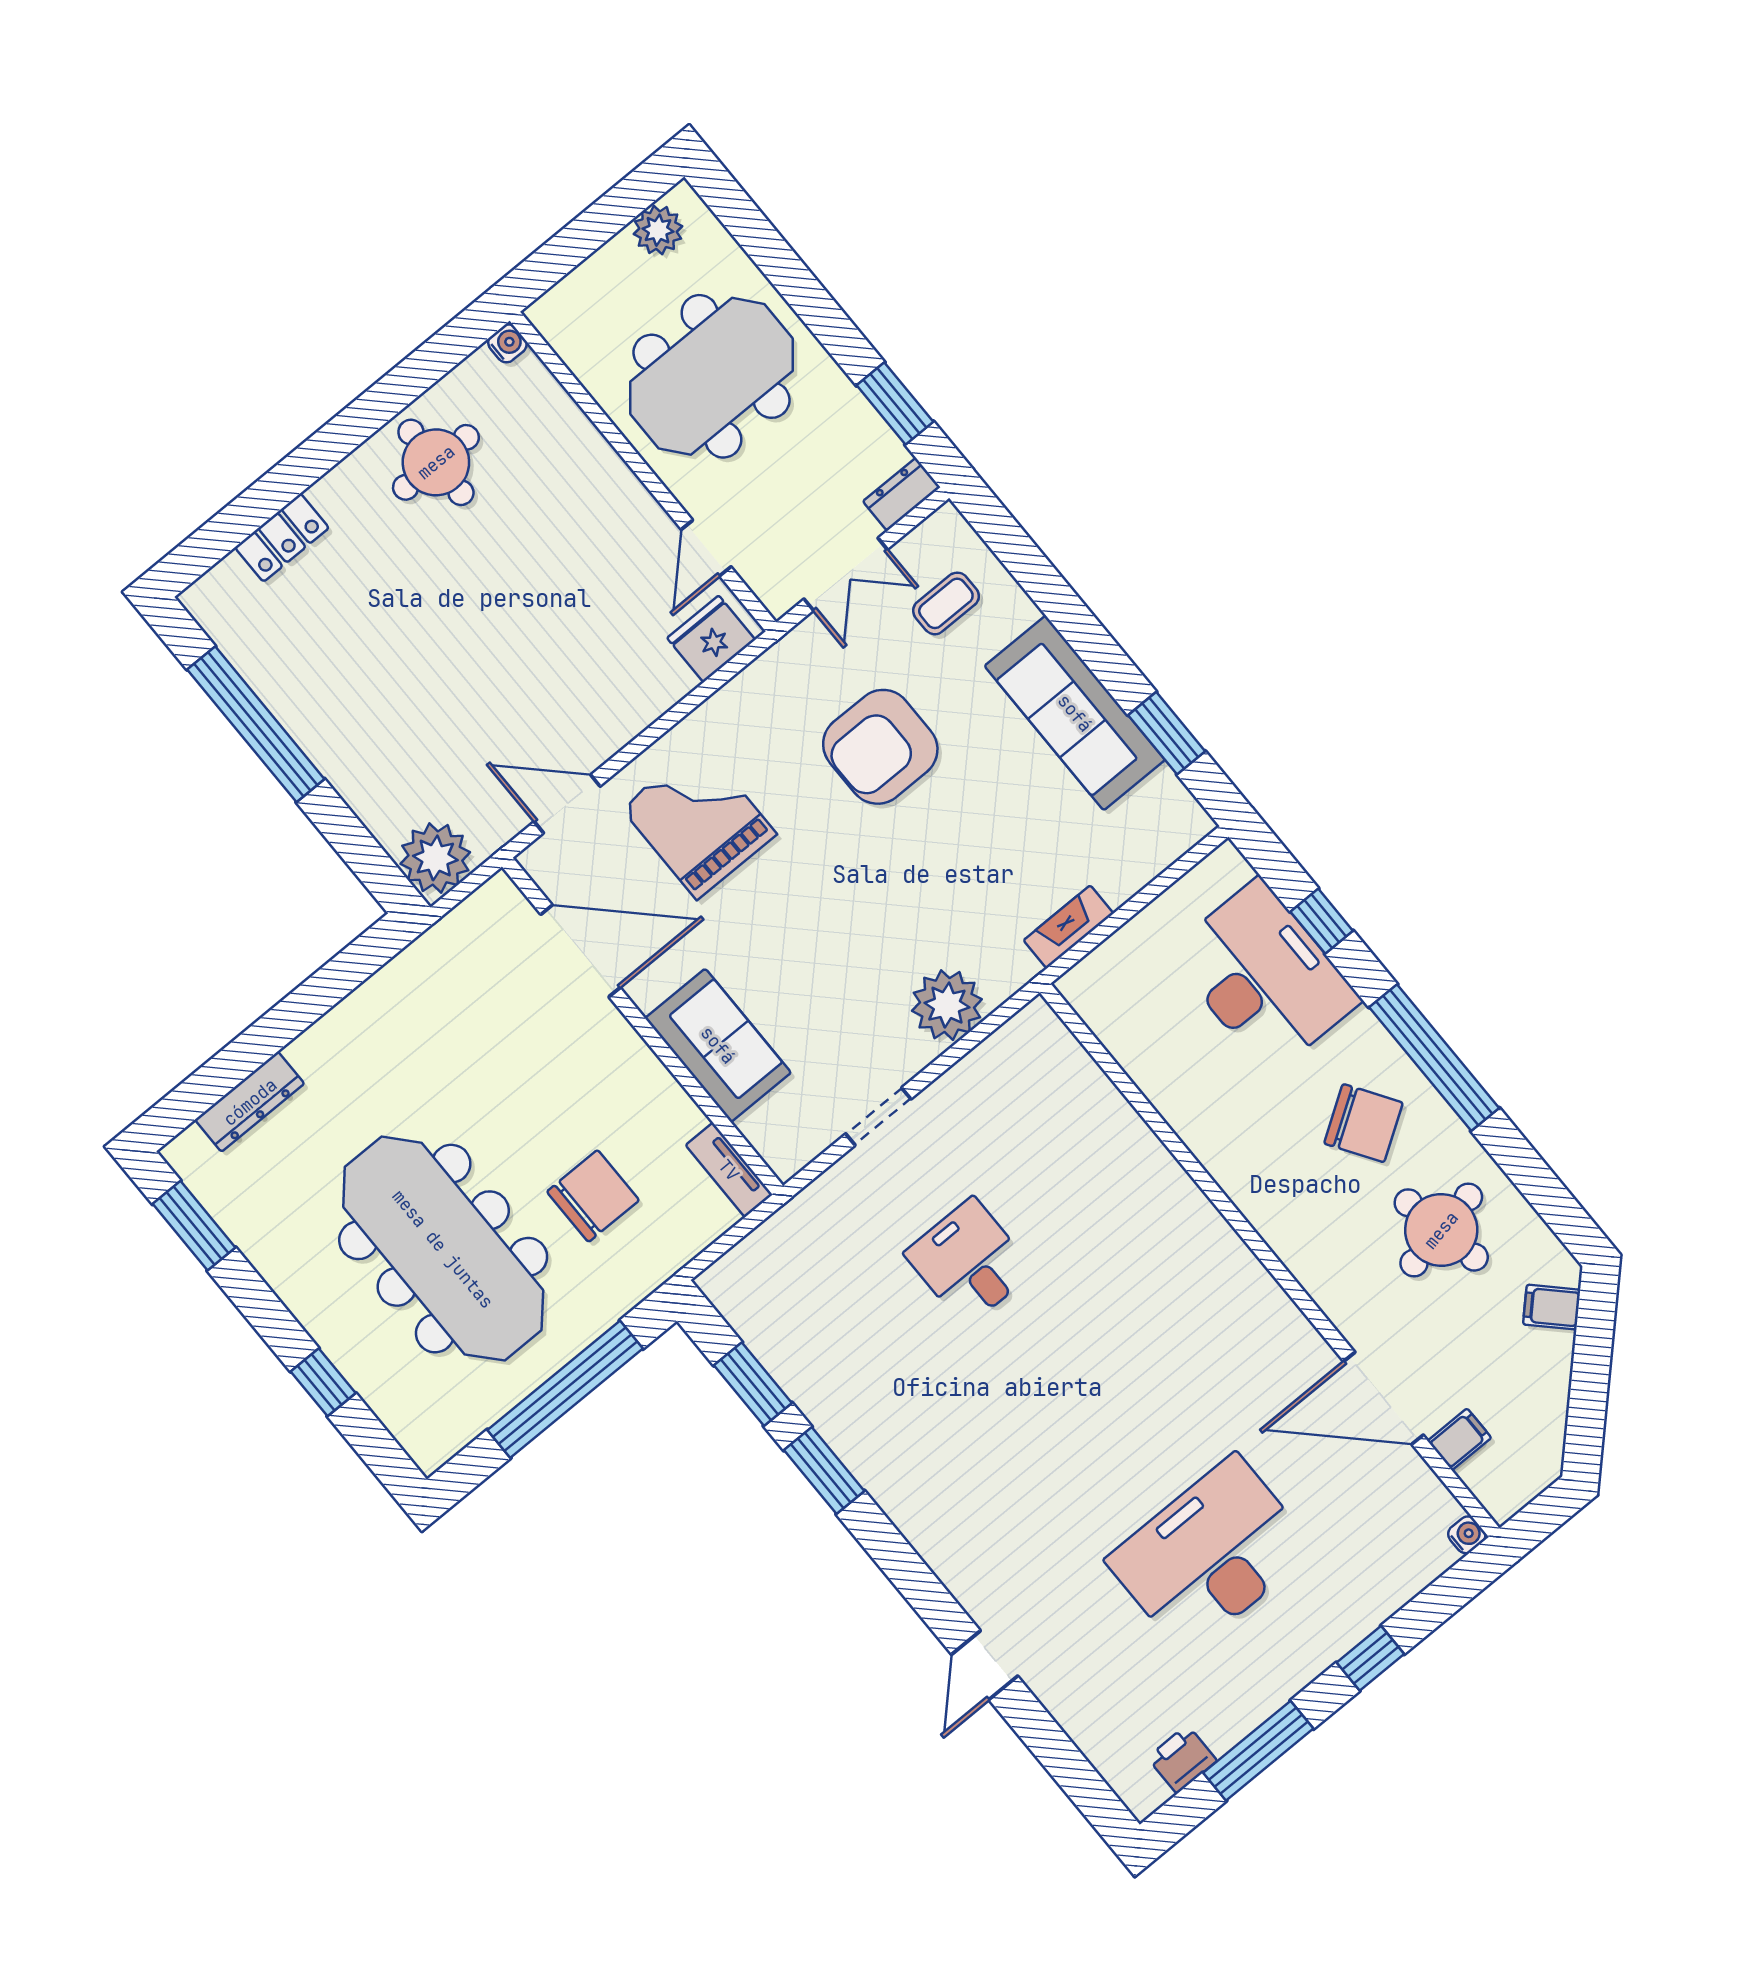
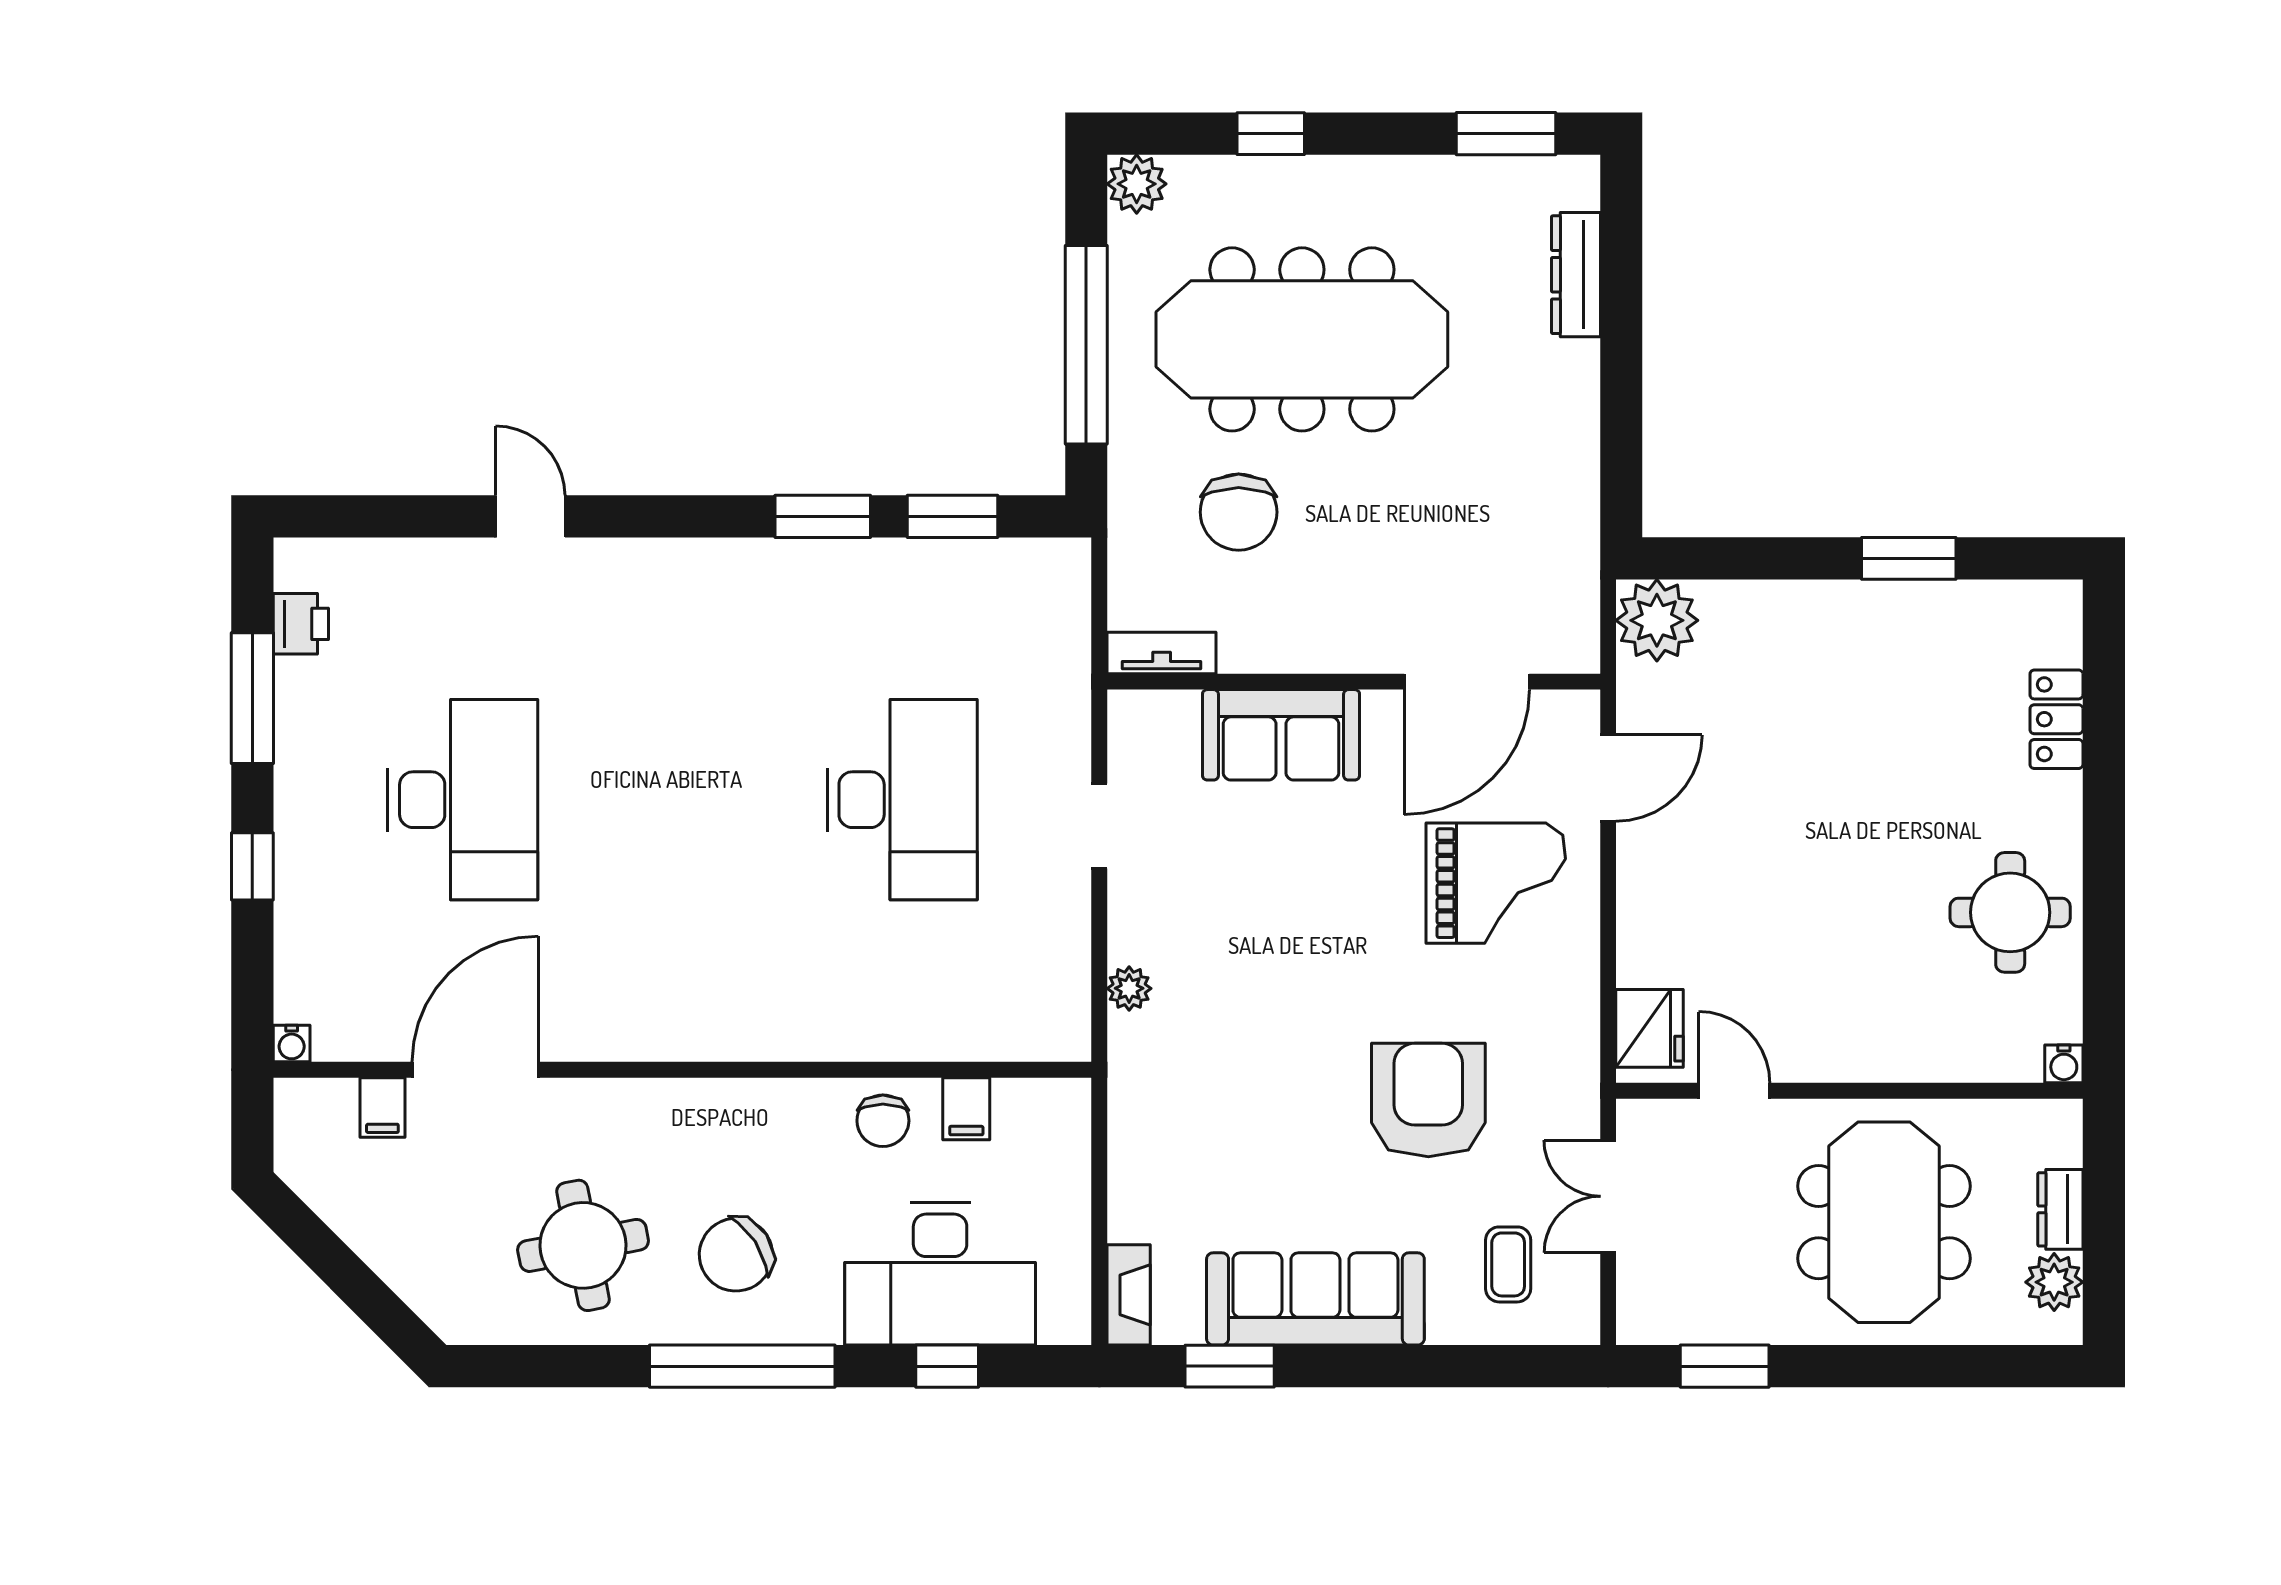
dresser: (902, 494) -> (2060, 1209), moved, turned 180
window: (256, 724) -> (1909, 558), width x0.47
fireplace: (1069, 927) -> (1129, 1295), moved
plant: (947, 1005) -> (1129, 988), width x0.53, depth x0.53
chair: (1194, 1099) -> (883, 1121), added
desk: (969, 1262) -> (902, 800), width x1.87, depth x1.30
filing cabinet: (1552, 1307) -> (966, 1109), moved, turned 135
plant: (430, 1444) -> (1137, 184), added

